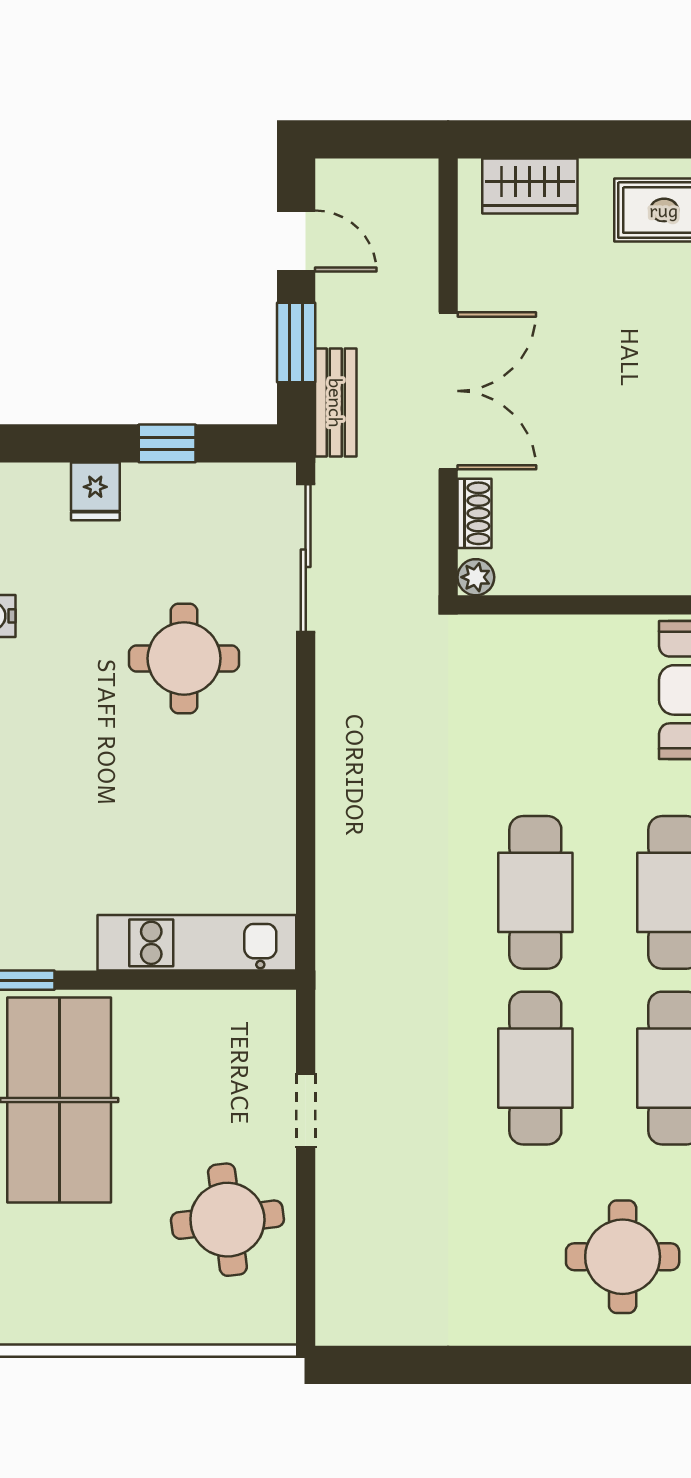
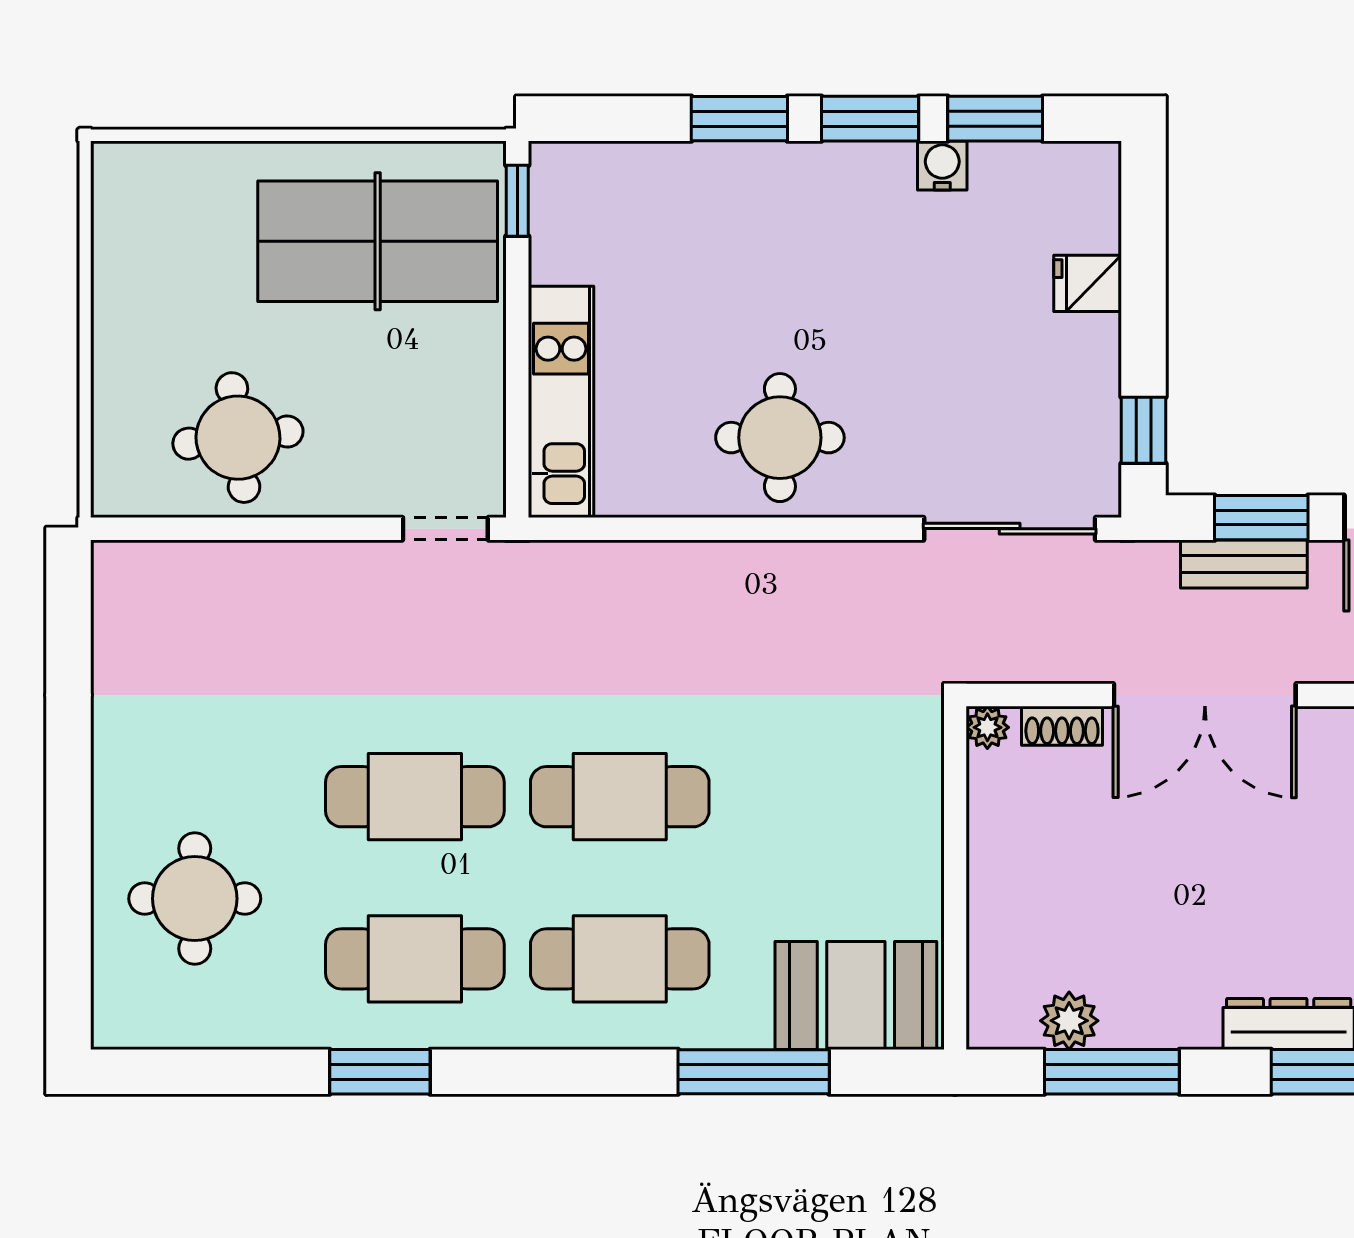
bench: (336, 403) -> (1244, 564), moved
window: (167, 443) -> (1143, 430), moved
round table: (184, 658) -> (780, 438), moved
doorway: (306, 1111) -> (445, 529), moved

